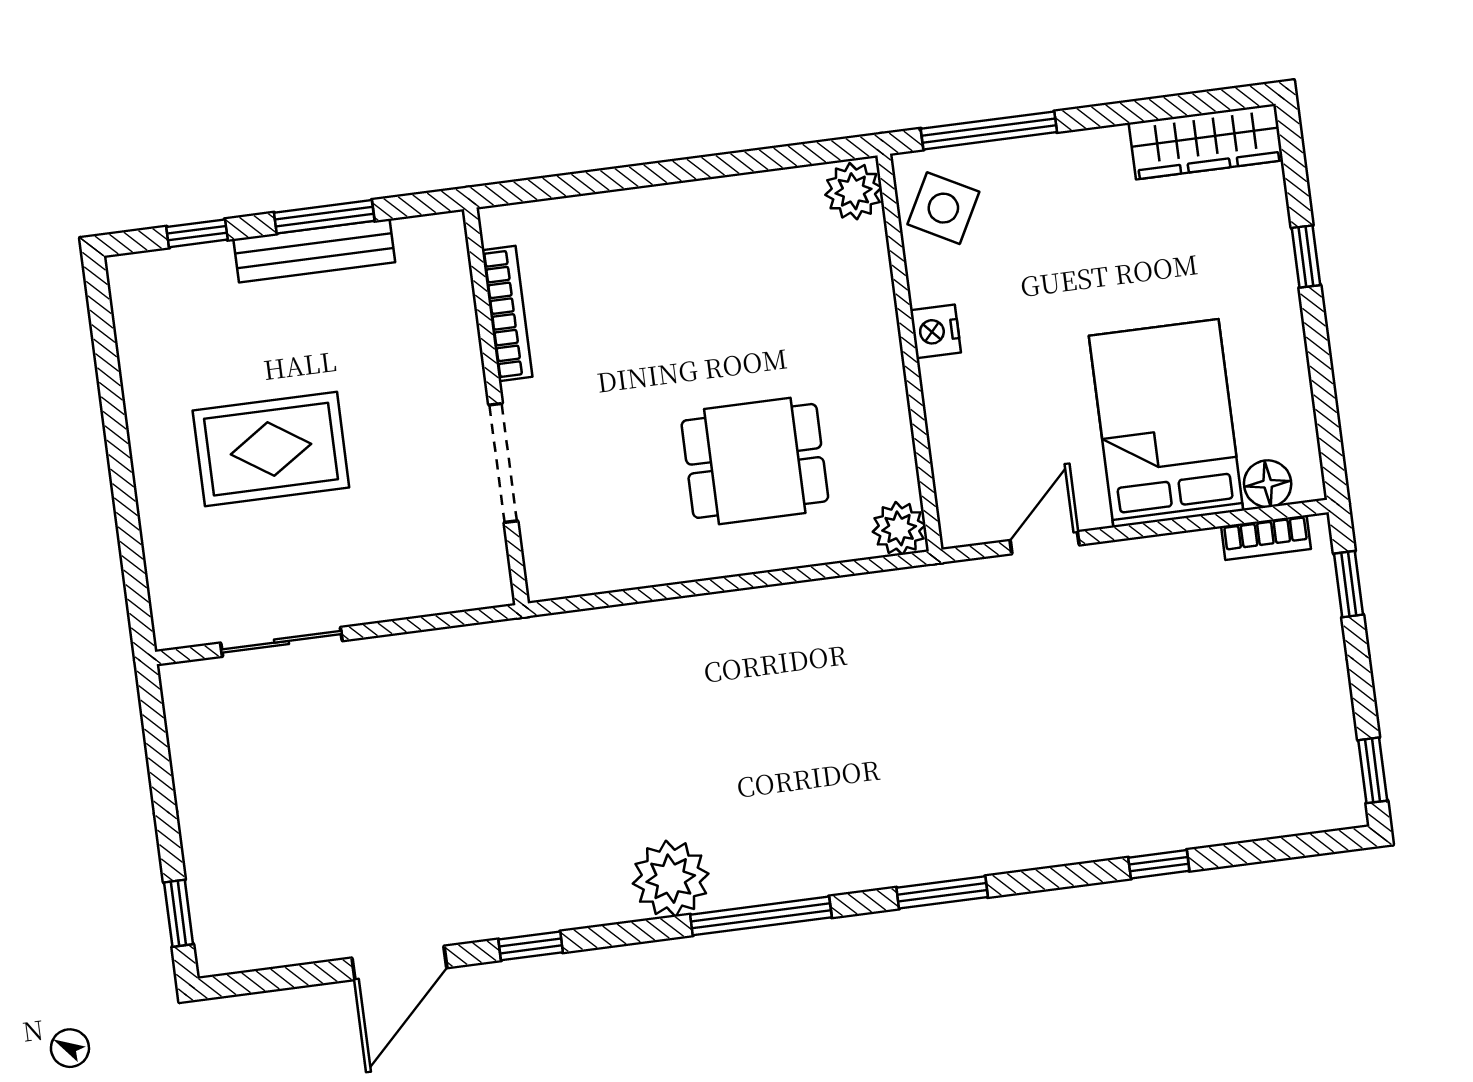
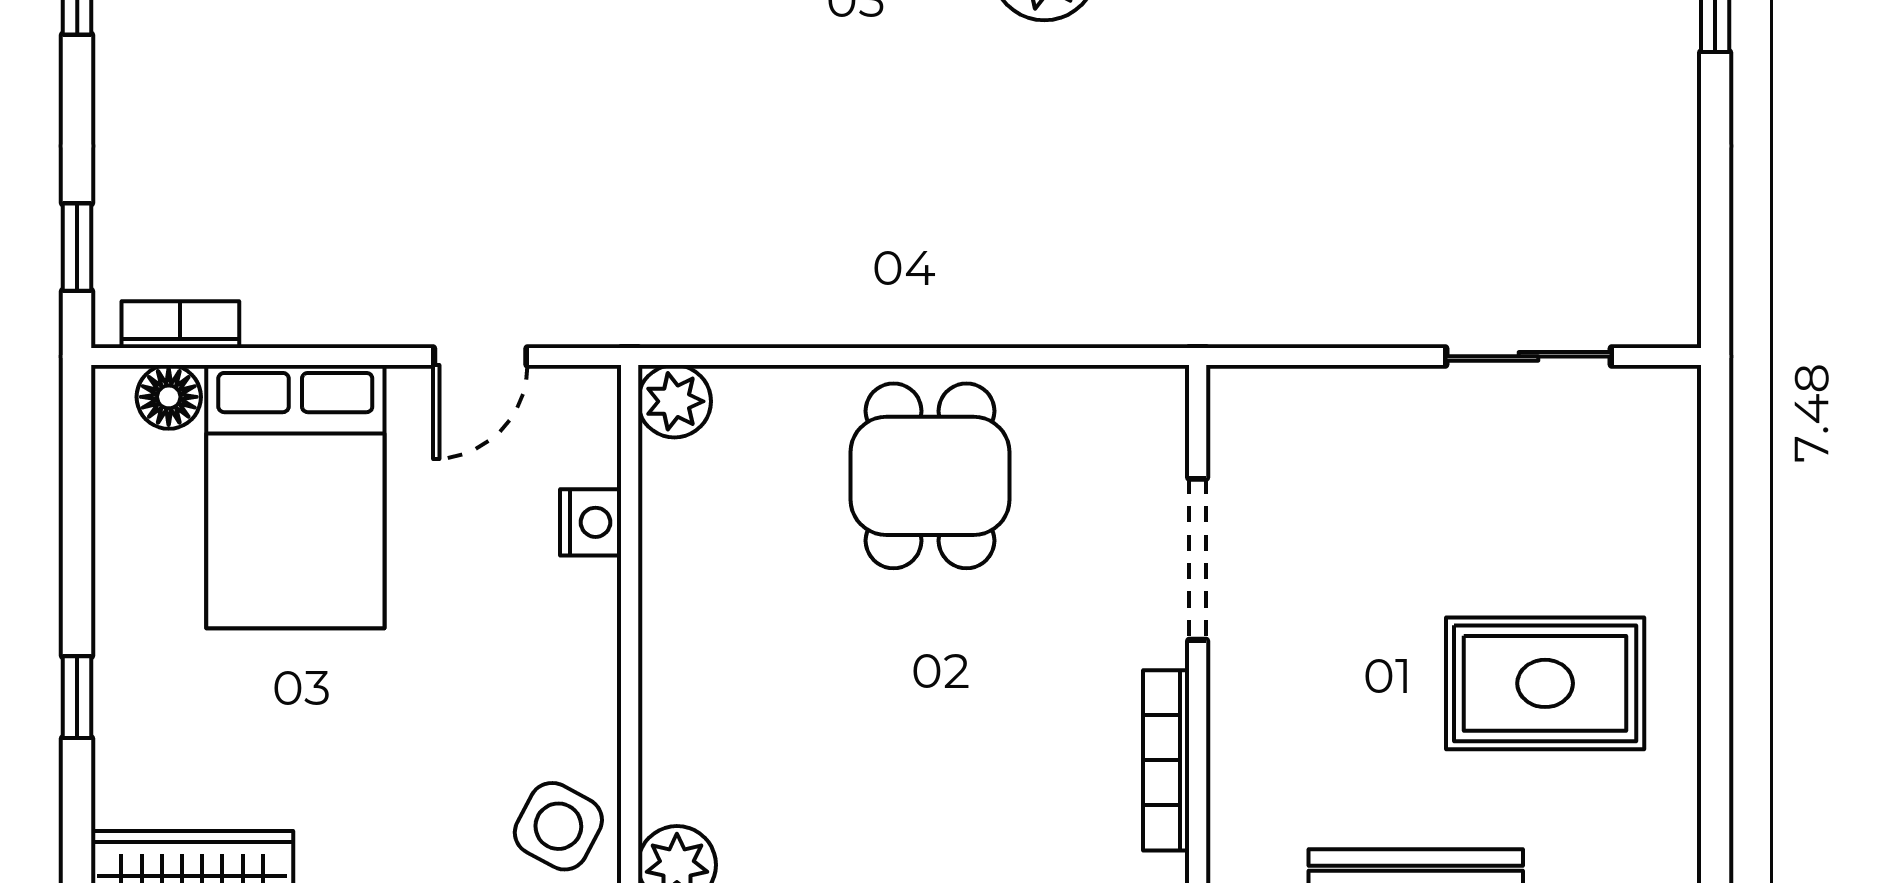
nightstand: (936, 331) -> (591, 522), moved
rug: (271, 449) -> (1545, 683), moved
dining table: (755, 461) -> (930, 476), moved, turned 90

